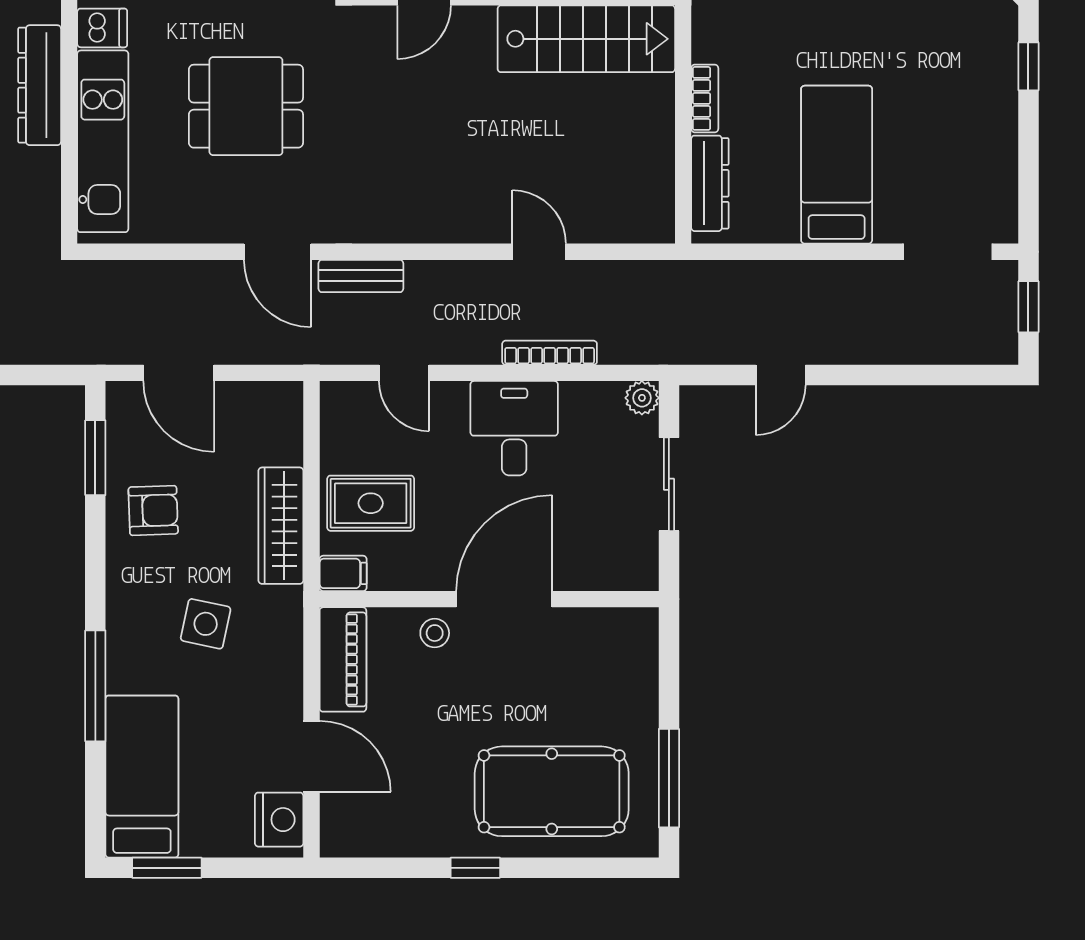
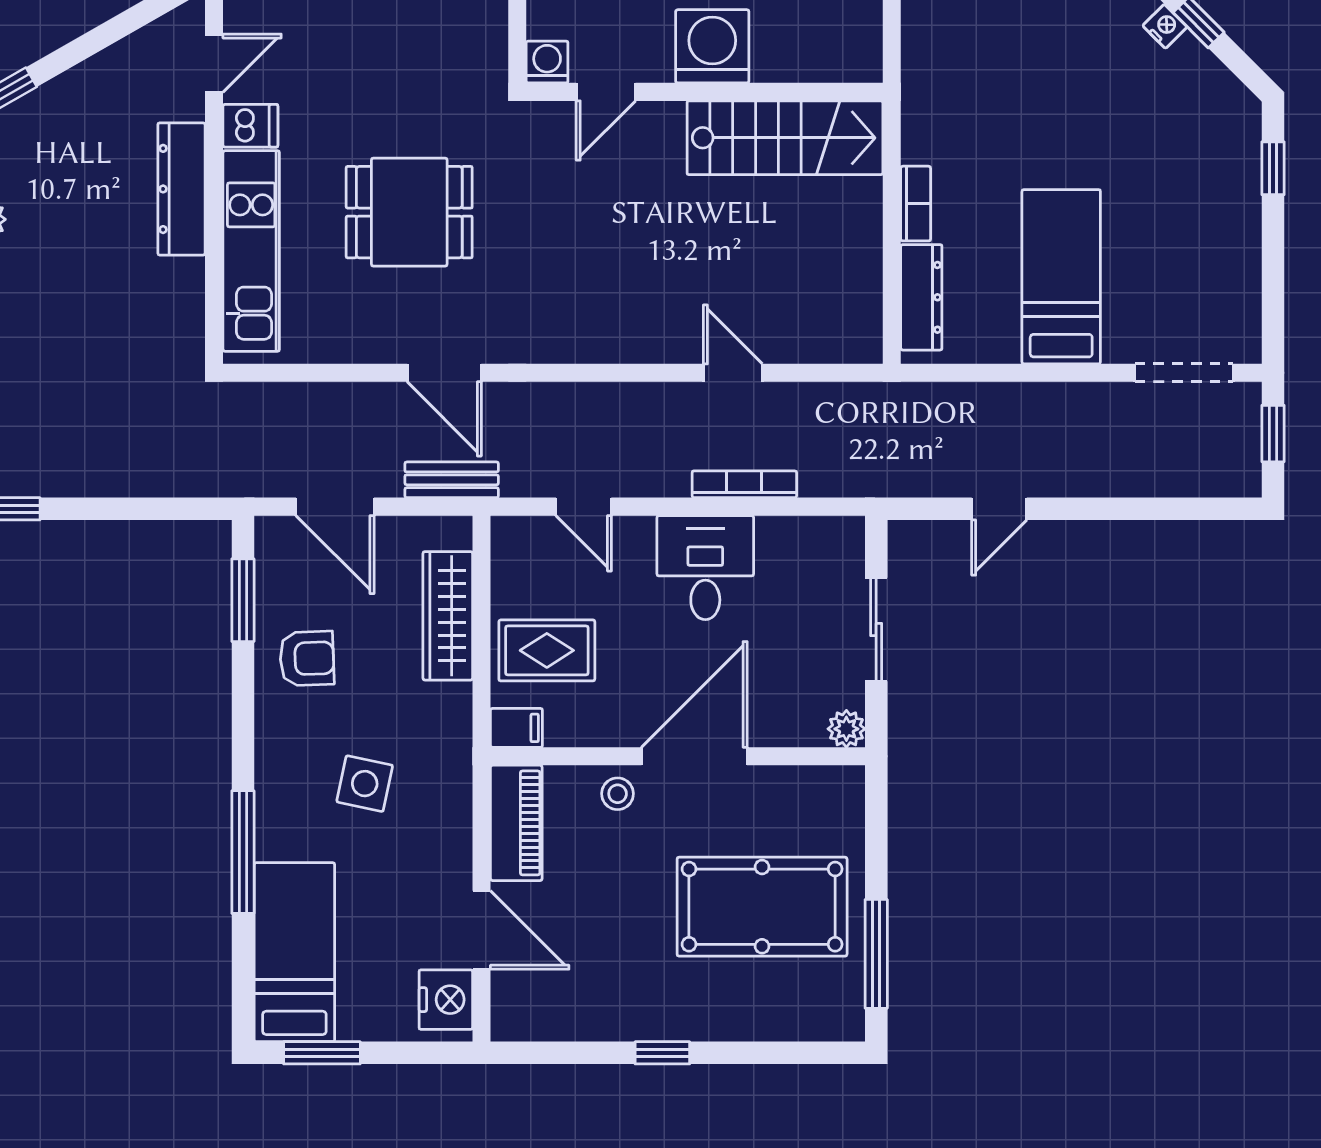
bench: (361, 276) -> (452, 480), moved
plant: (642, 398) -> (846, 729), moved
wardrobe: (281, 526) -> (448, 616), moved
pool table: (552, 791) -> (762, 907), moved

